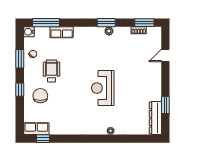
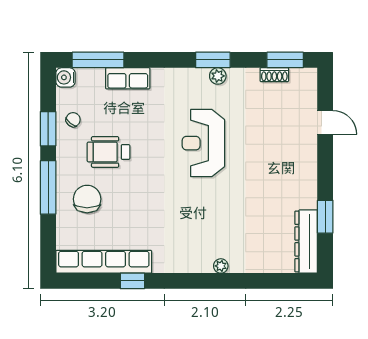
door: (165, 55) -> (325, 122), swing flipped
wheelchair: (52, 71) -> (109, 152), turned -90
reception desk: (103, 88) -> (203, 143), moved
window: (20, 90) -> (48, 187), width x2.17
row of seats: (36, 129) -> (104, 262), width x2.02
window: (43, 139) -> (132, 281), moved

